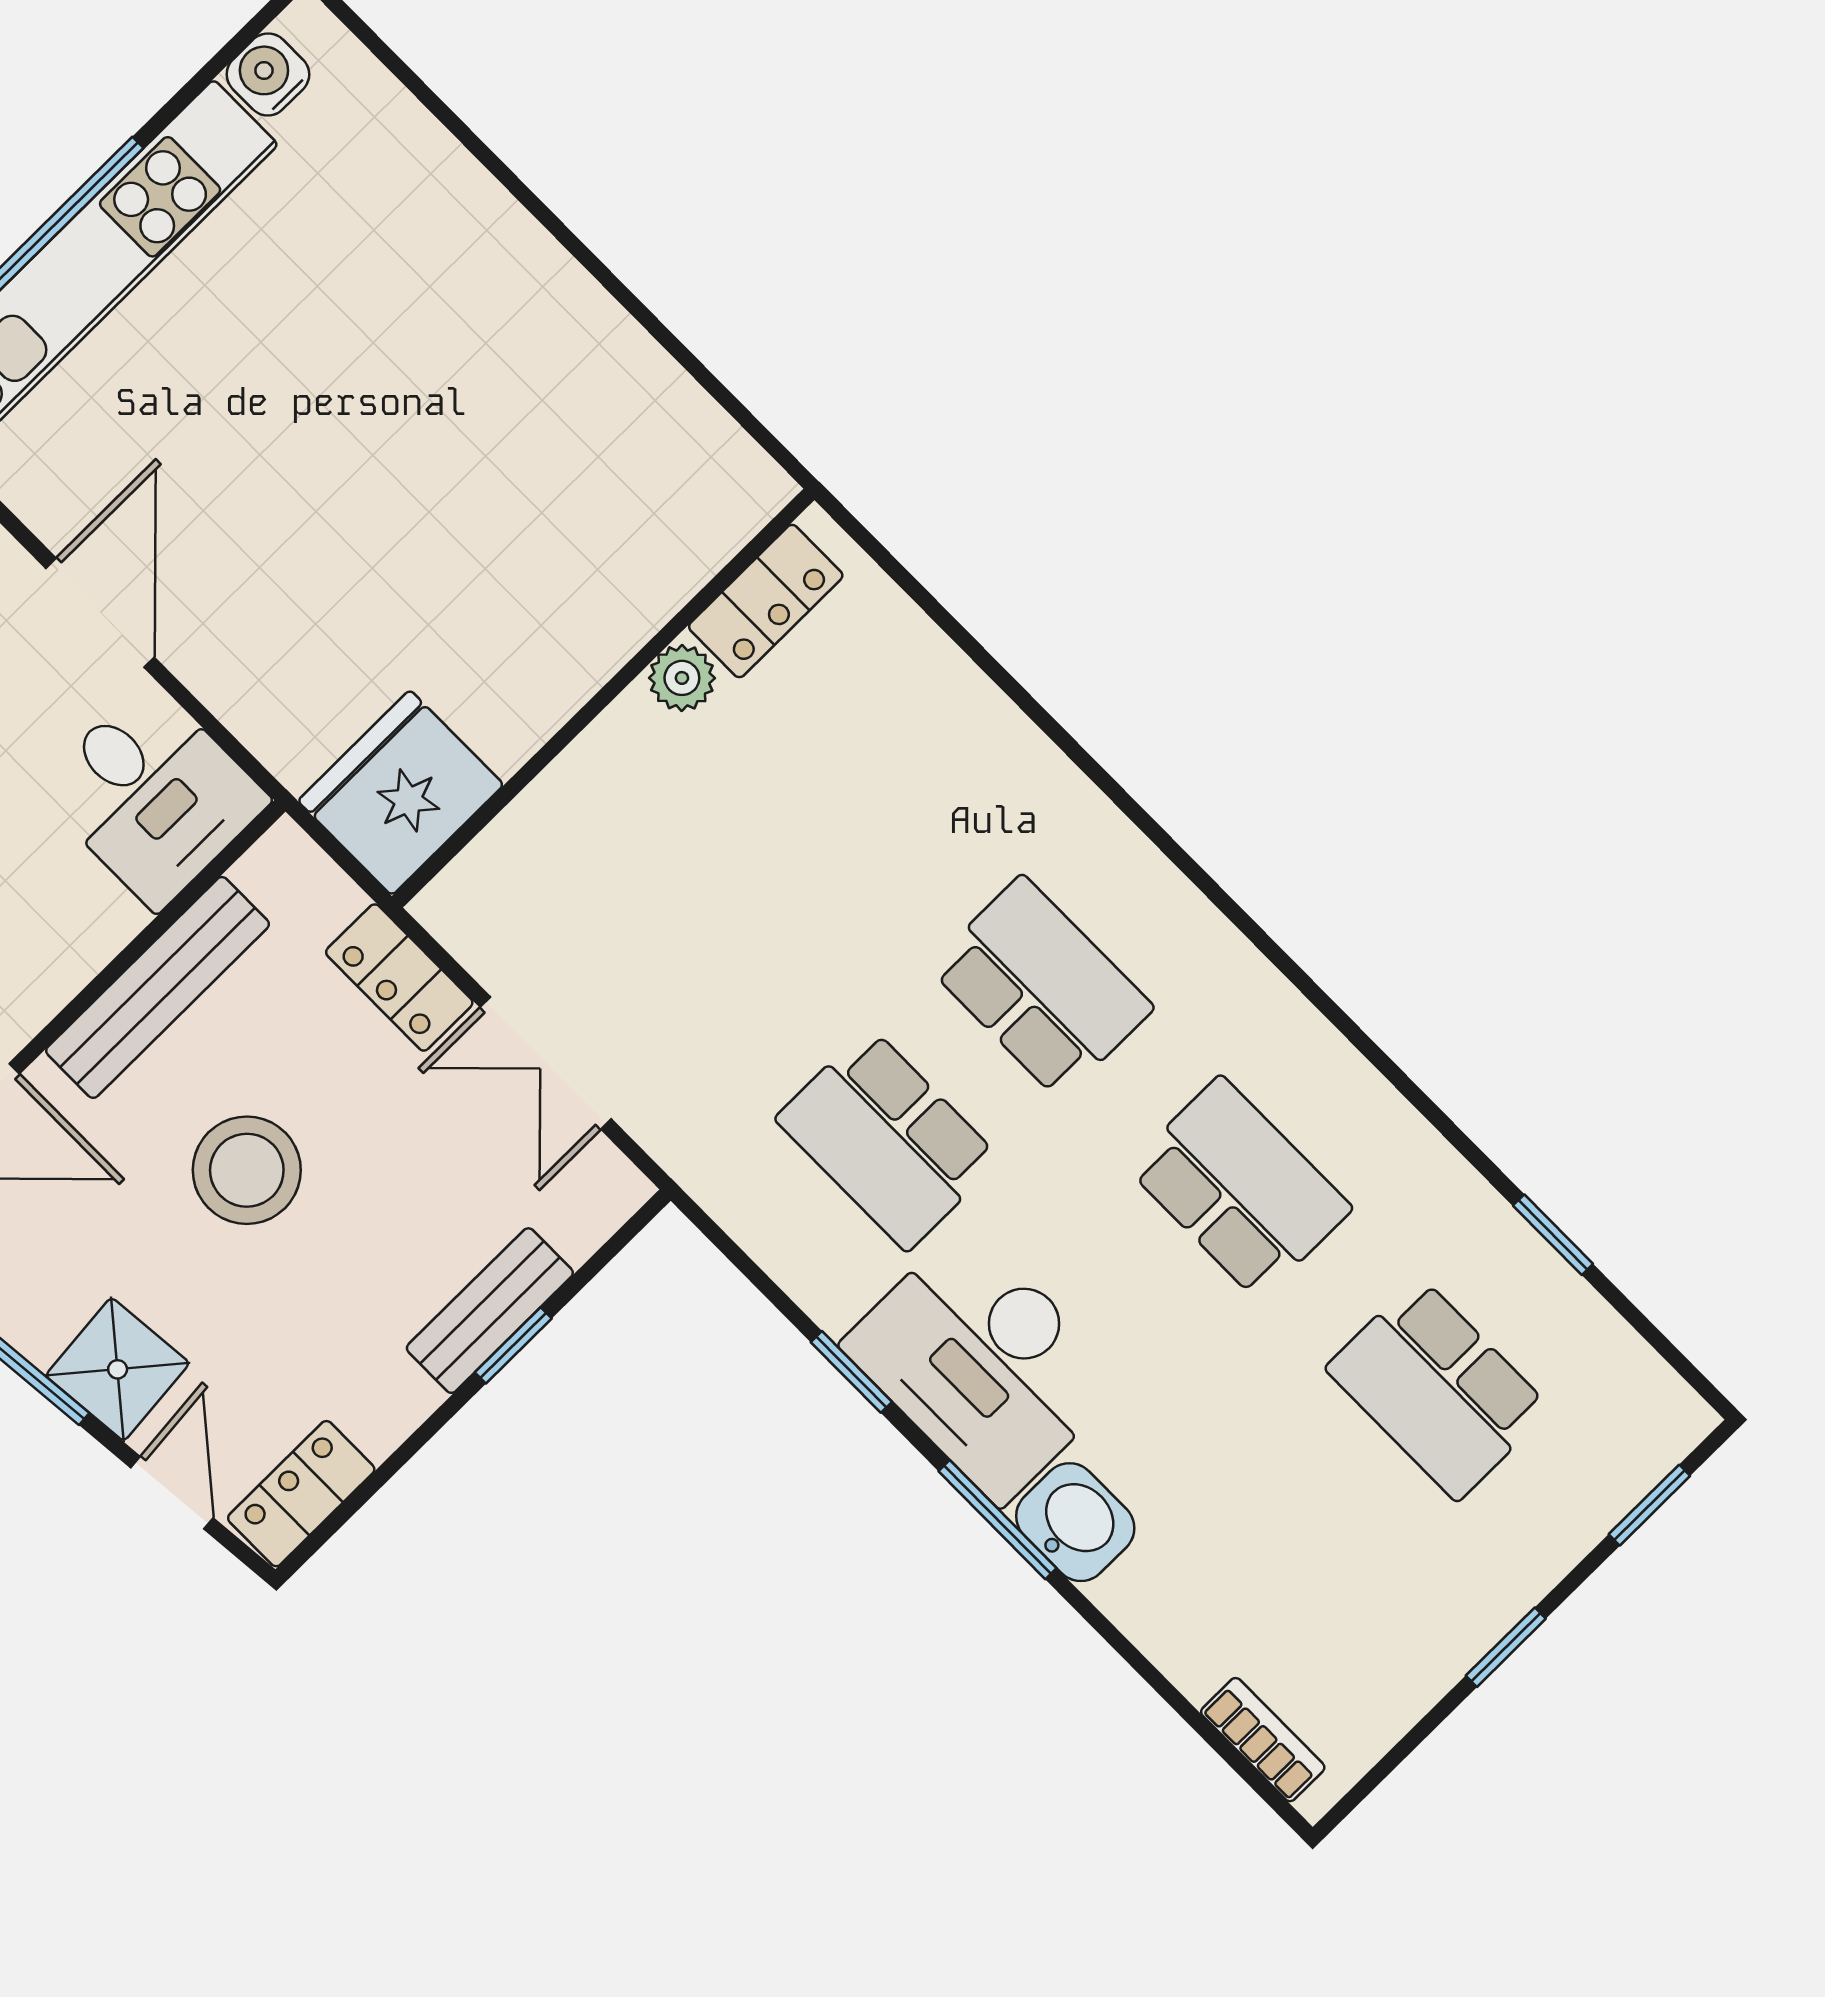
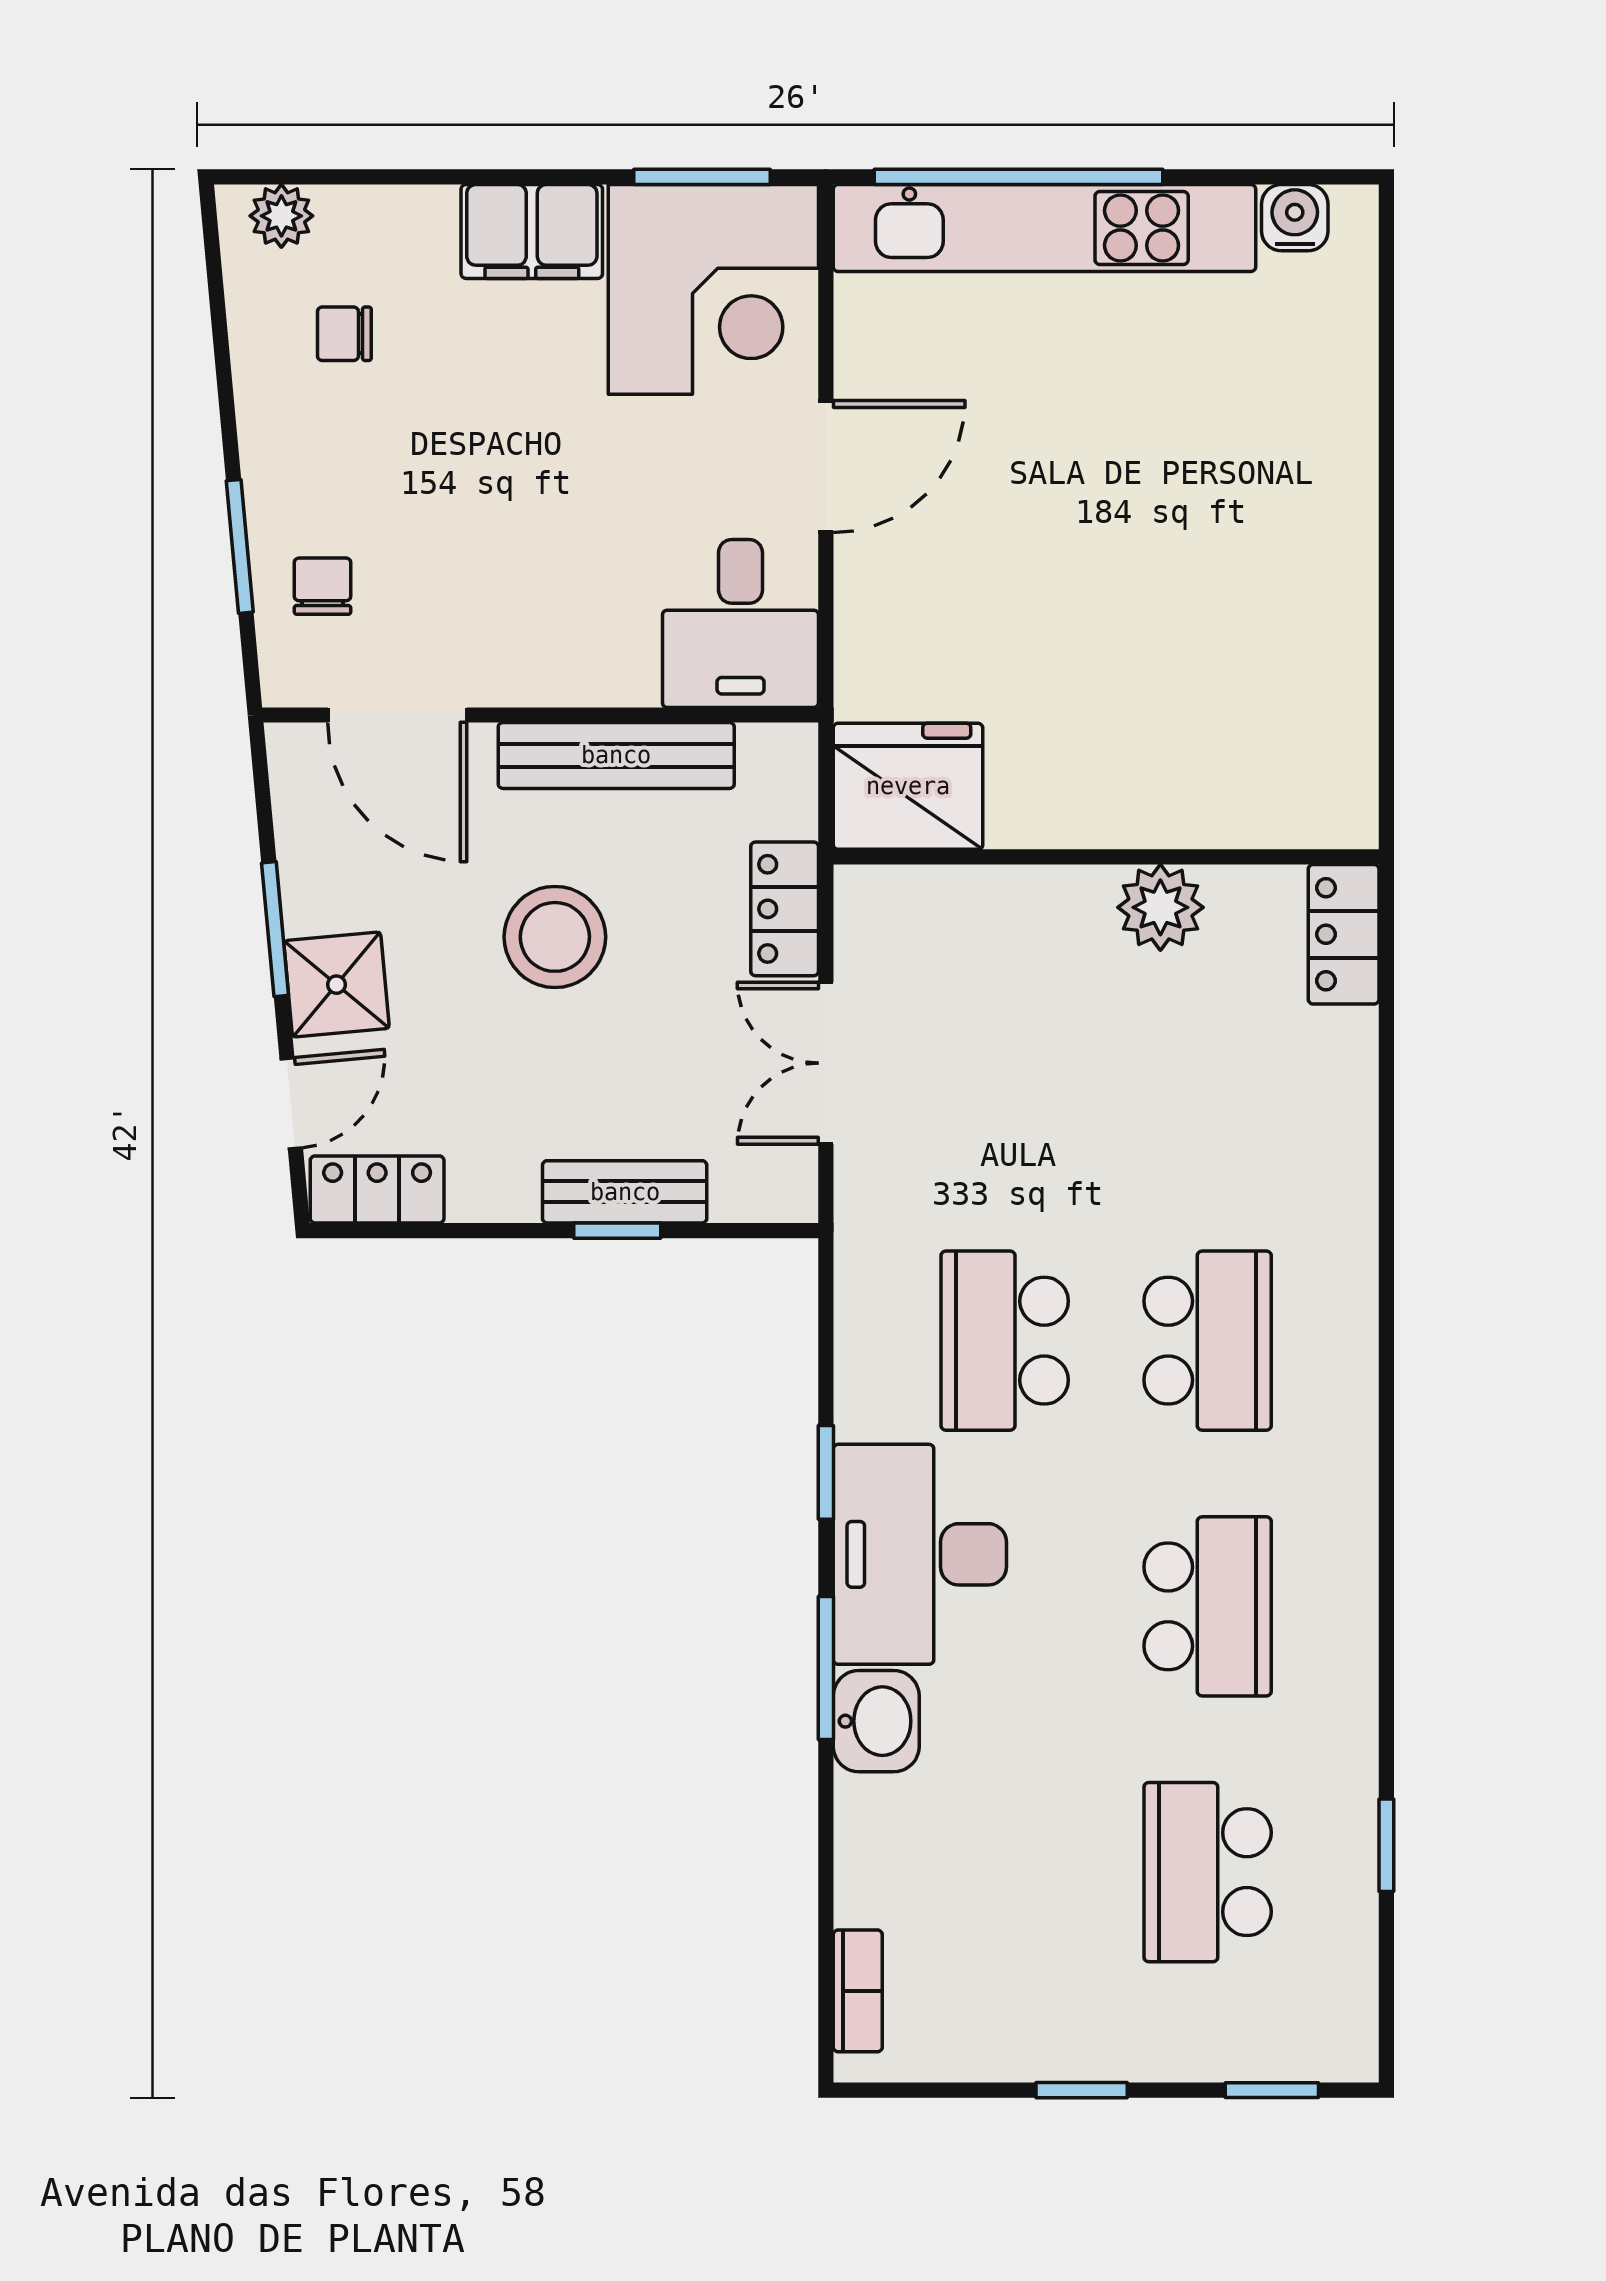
locker: (766, 601) -> (1344, 934), moved, turned 90
plant: (682, 678) -> (1160, 907), width x1.38, depth x1.38

